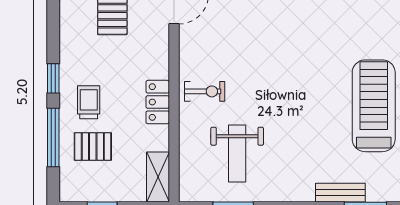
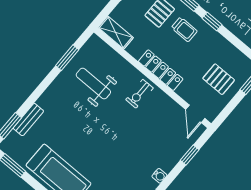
locker: (158, 102) -> (161, 70), width x1.53

